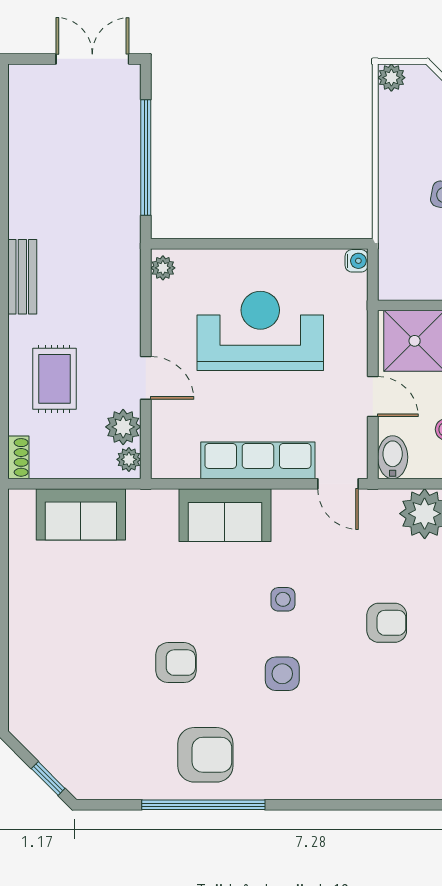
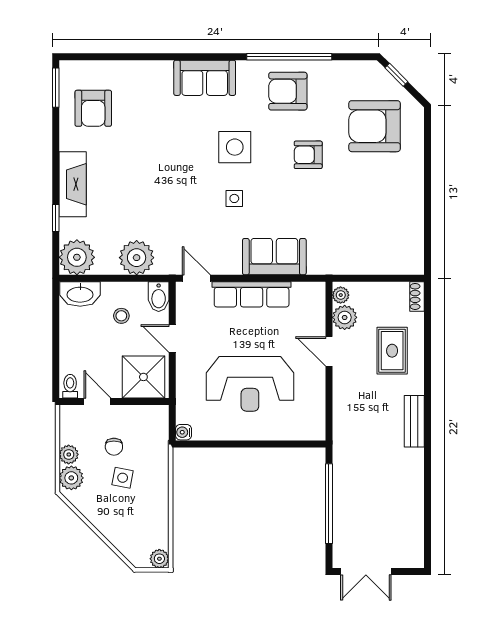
plant: (163, 268) -> (317, 427), removed
sofa: (81, 514) -> (205, 78), moved, turned 180
armchair: (387, 623) -> (375, 126), moved, width x1.88, depth x1.88
side table: (282, 674) -> (235, 147), width x1.37, depth x1.37

